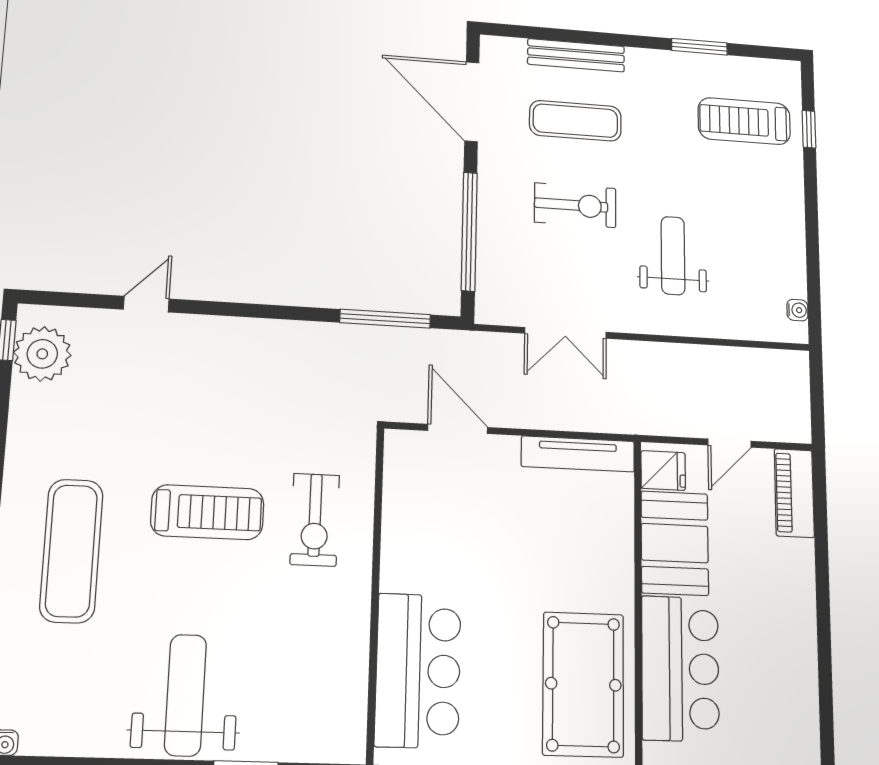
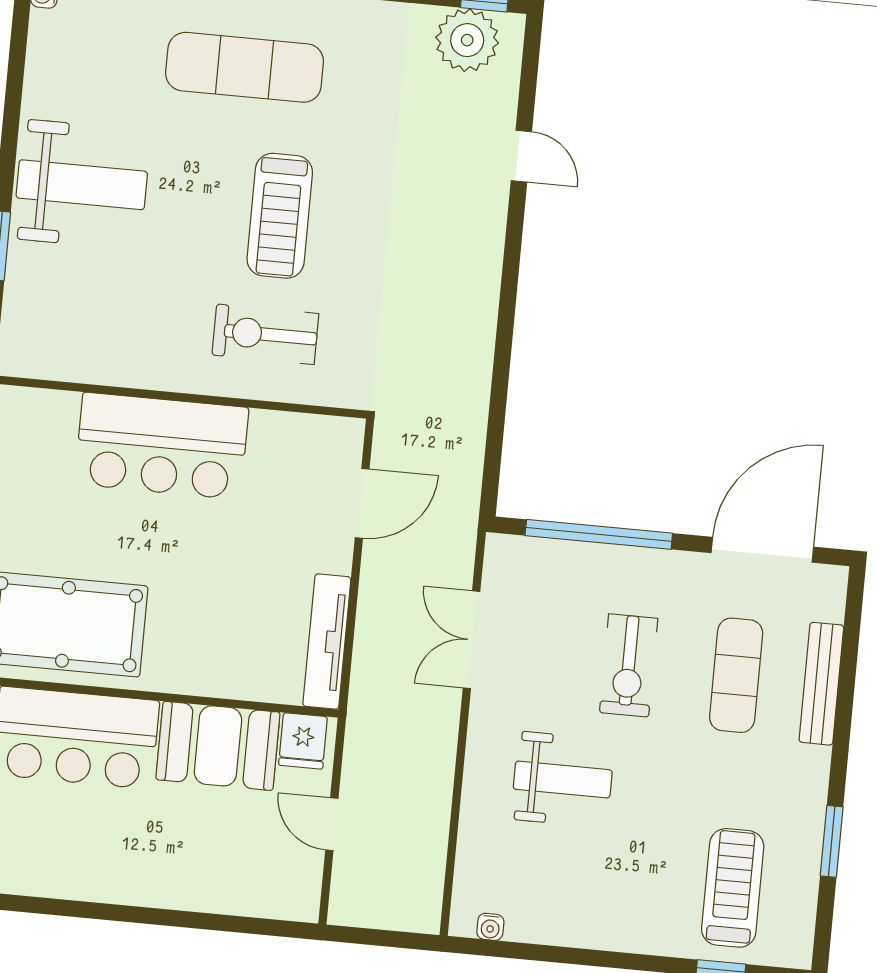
window: (385, 319) -> (496, 428), removed
piano: (794, 493) -> (269, 896), removed
bar counter: (418, 671) -> (162, 446), moved

